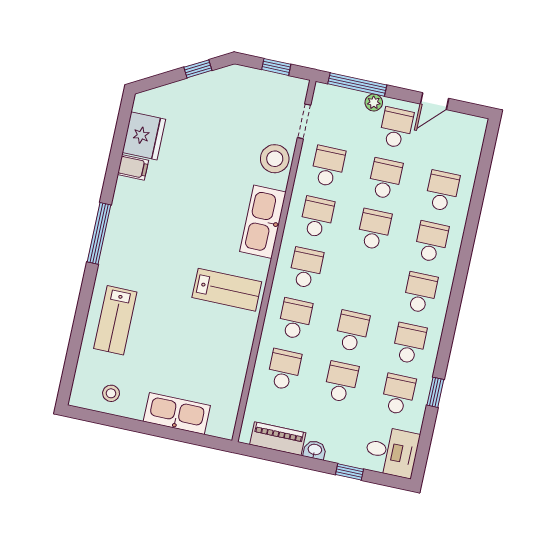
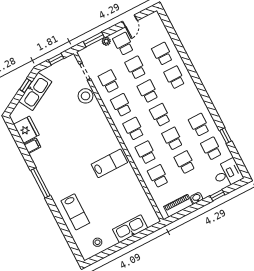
window: (357, 84) -> (94, 40), width x0.69
kitchen sink: (263, 222) -> (35, 92), moved, turned -119
school desk: (420, 293) -> (160, 115), moved

